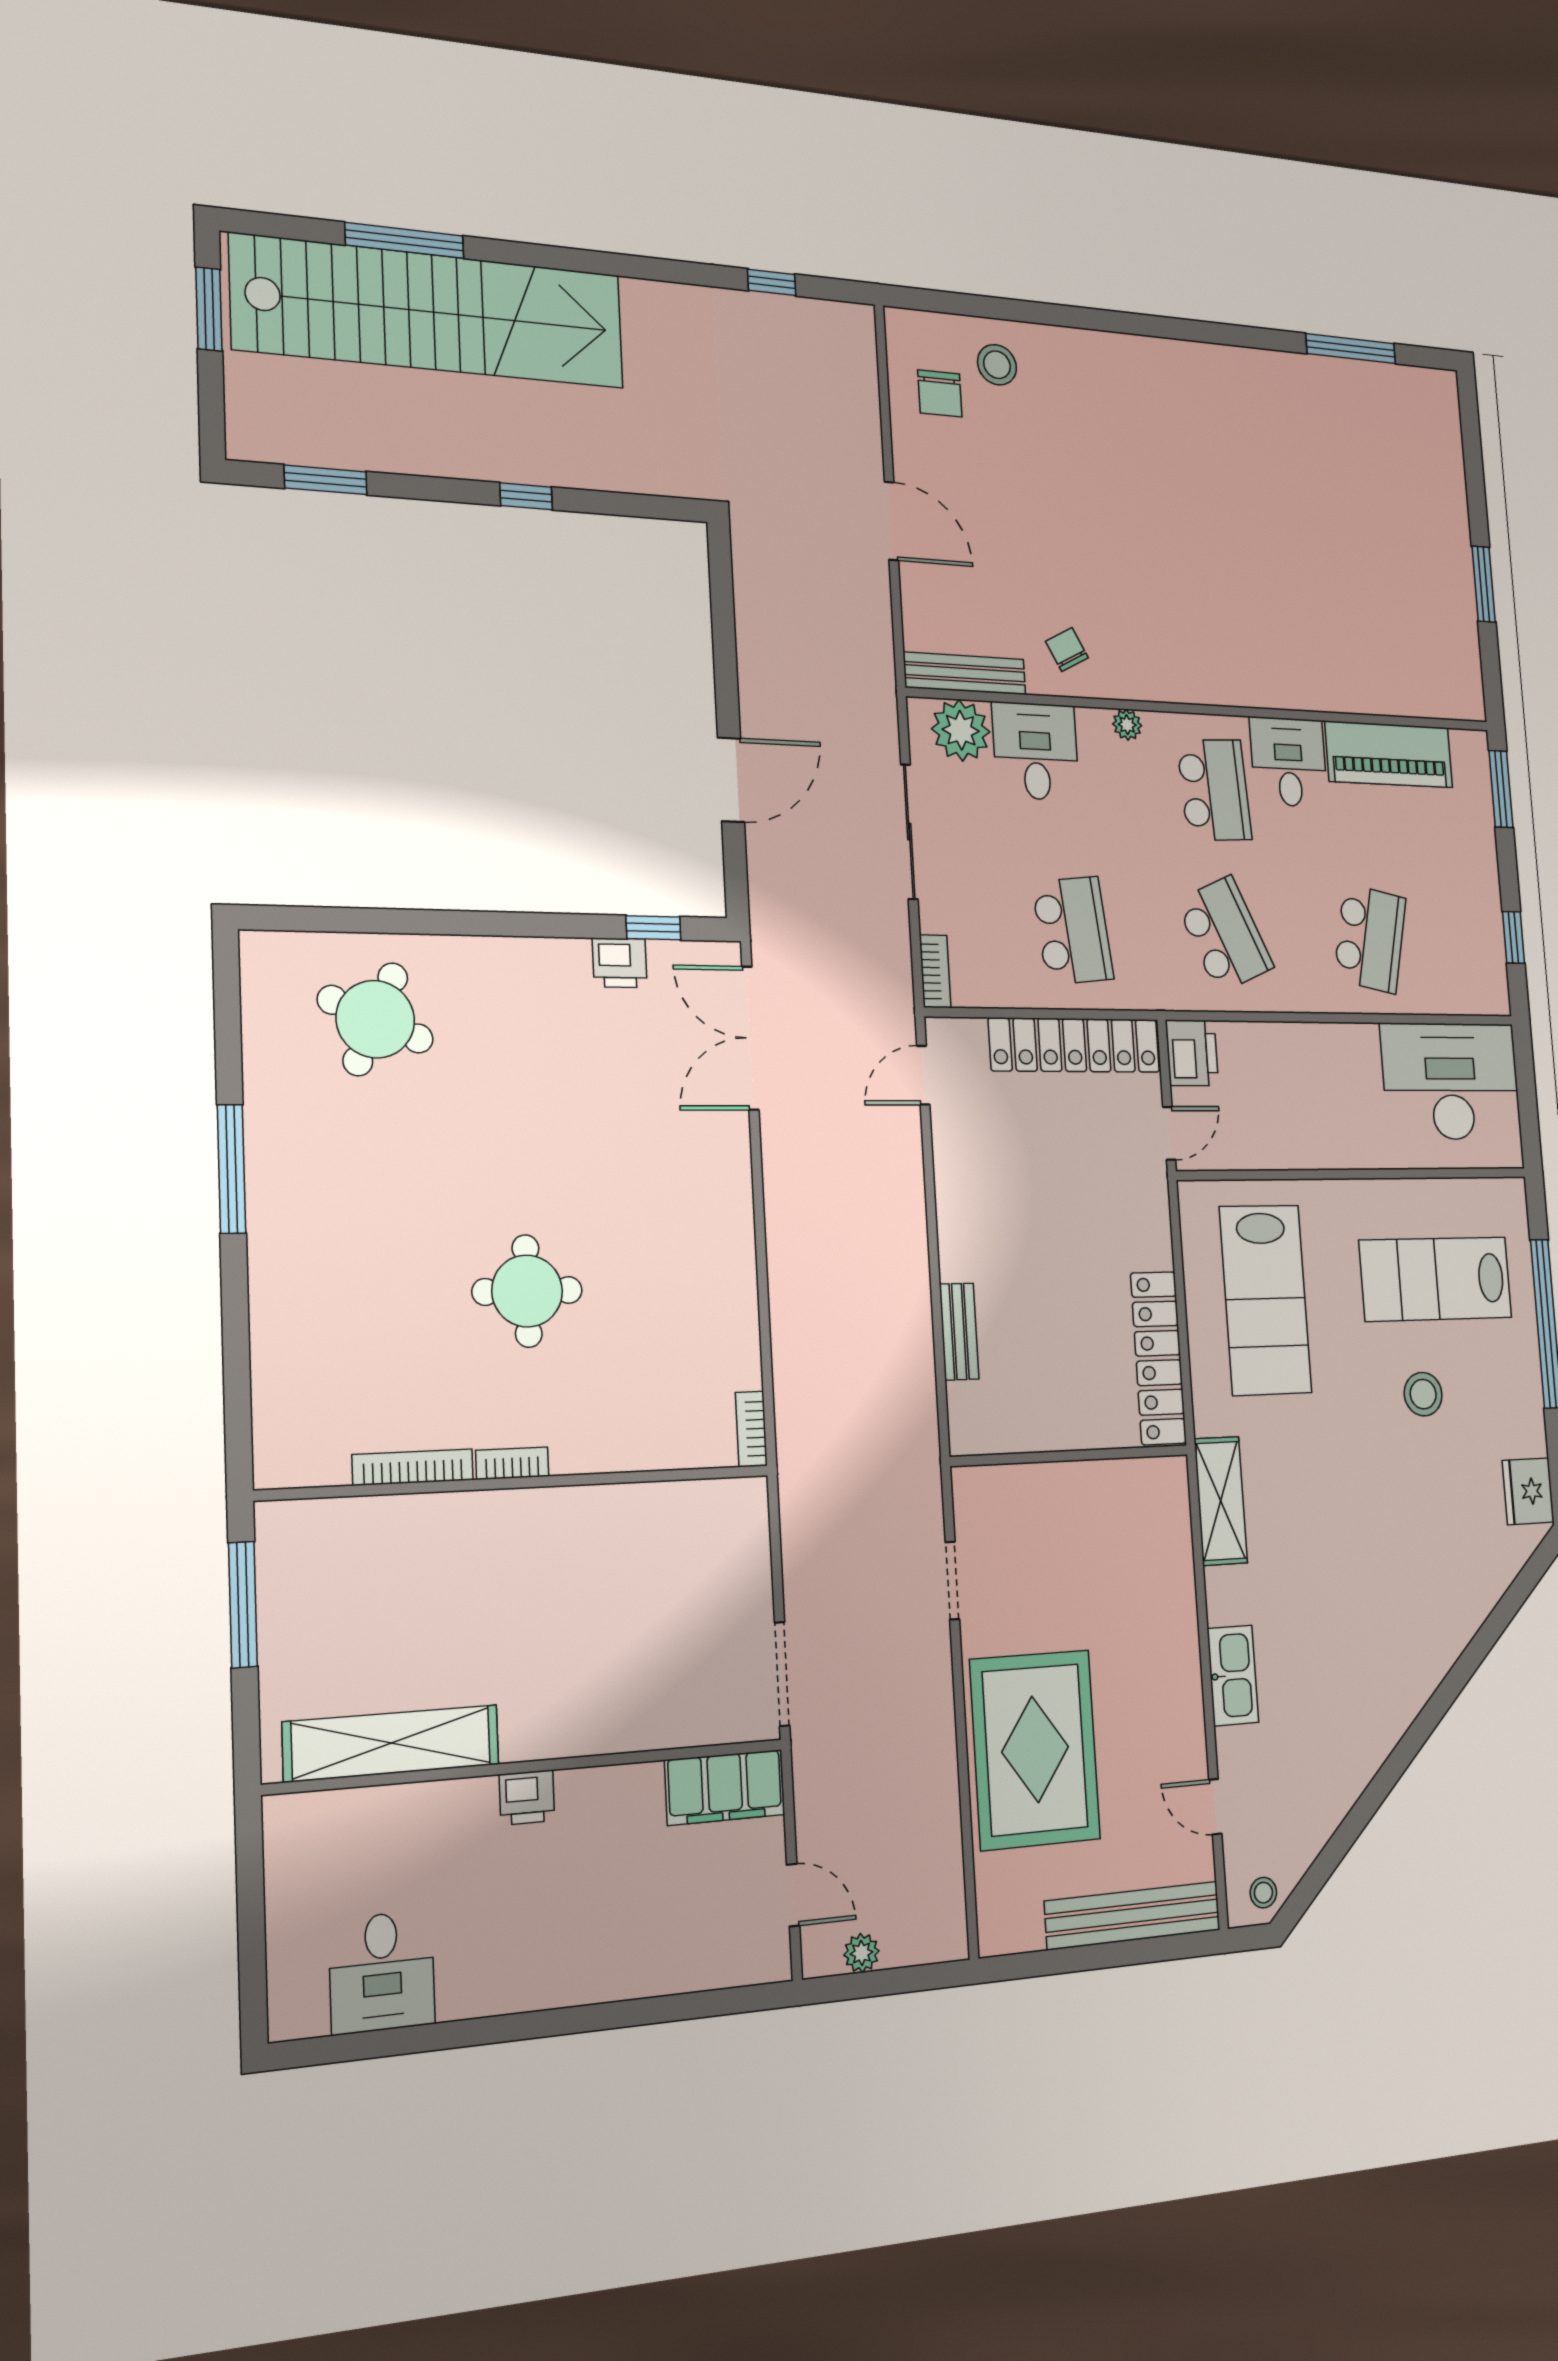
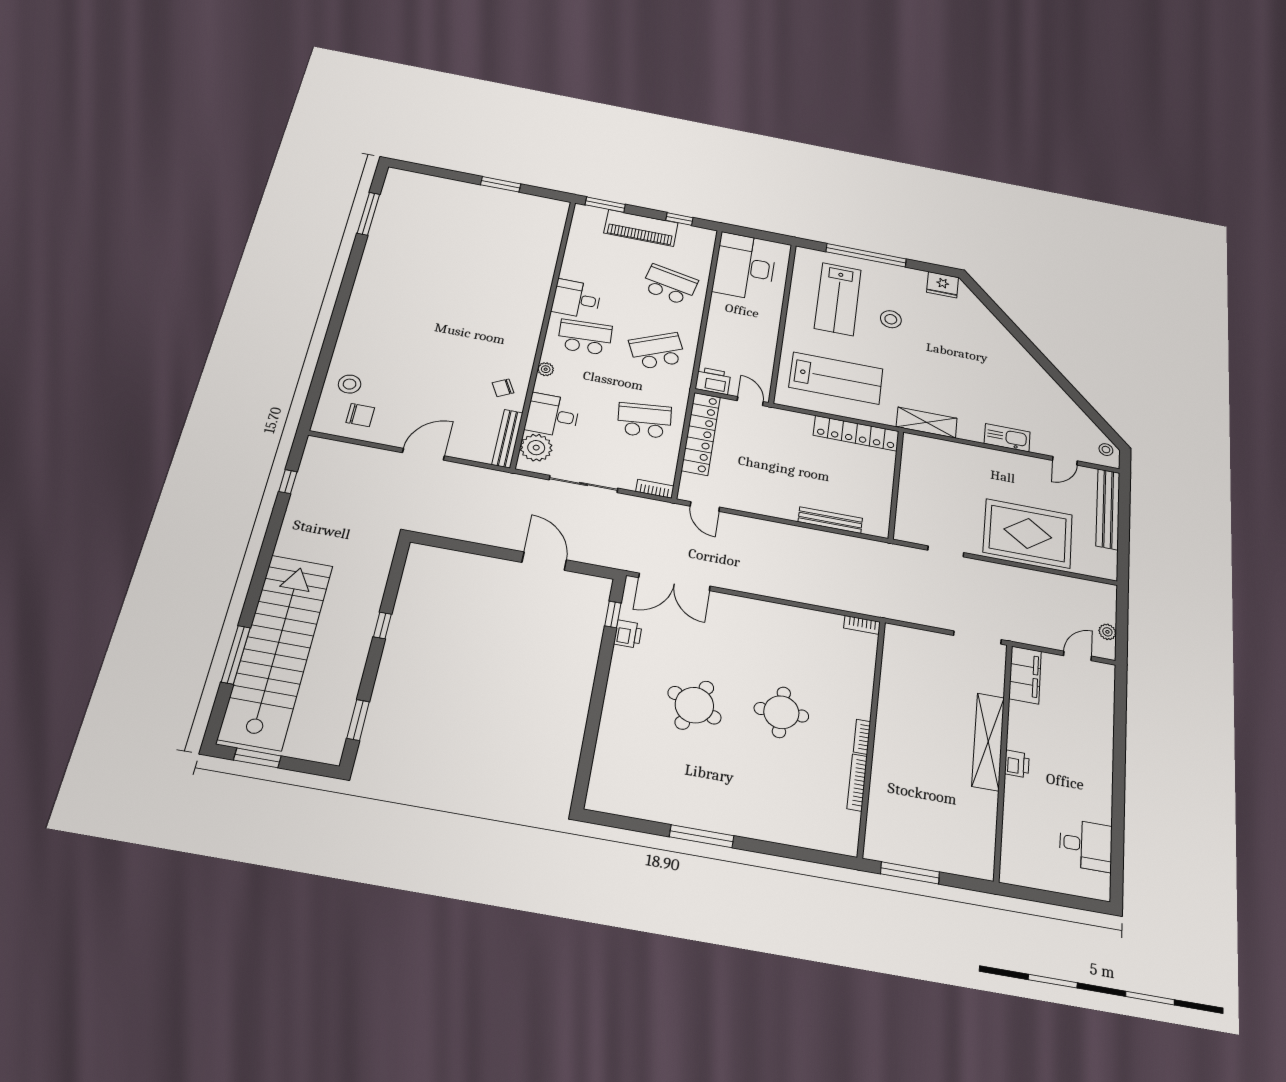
piano: (1389, 754) -> (641, 228), moved, turned 90
round table: (375, 1019) -> (694, 705), moved
bench: (959, 1332) -> (830, 520), width x1.36
shelving: (391, 1743) -> (988, 742), moved

